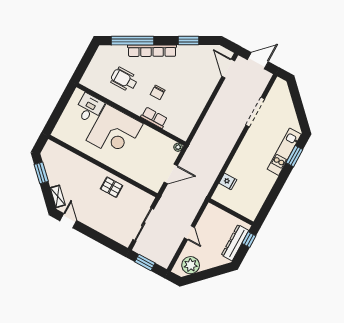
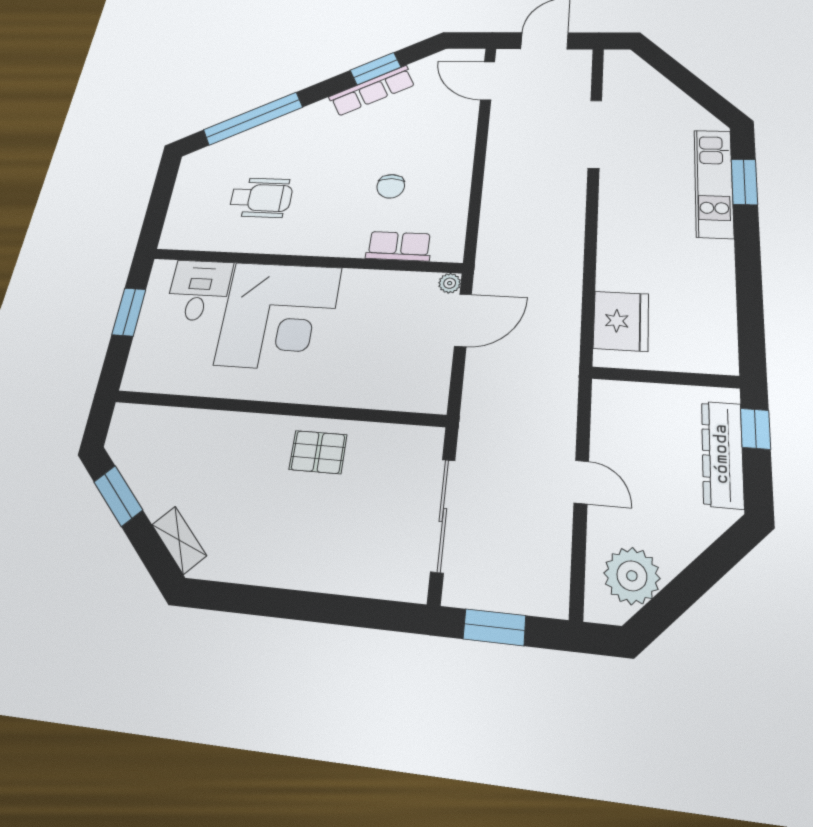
row of seats: (152, 51) -> (372, 91), moved, width x0.73
wheelchair: (124, 79) -> (261, 198), turned 180
chair: (158, 92) -> (391, 186), moved
window: (61, 105) -> (129, 312), added
row of seats: (154, 118) -> (399, 246), moved
door: (171, 174) -> (463, 320), moved
fridge: (228, 181) -> (621, 321), width x1.88, depth x1.34
door: (68, 221) -> (228, 597), removed

